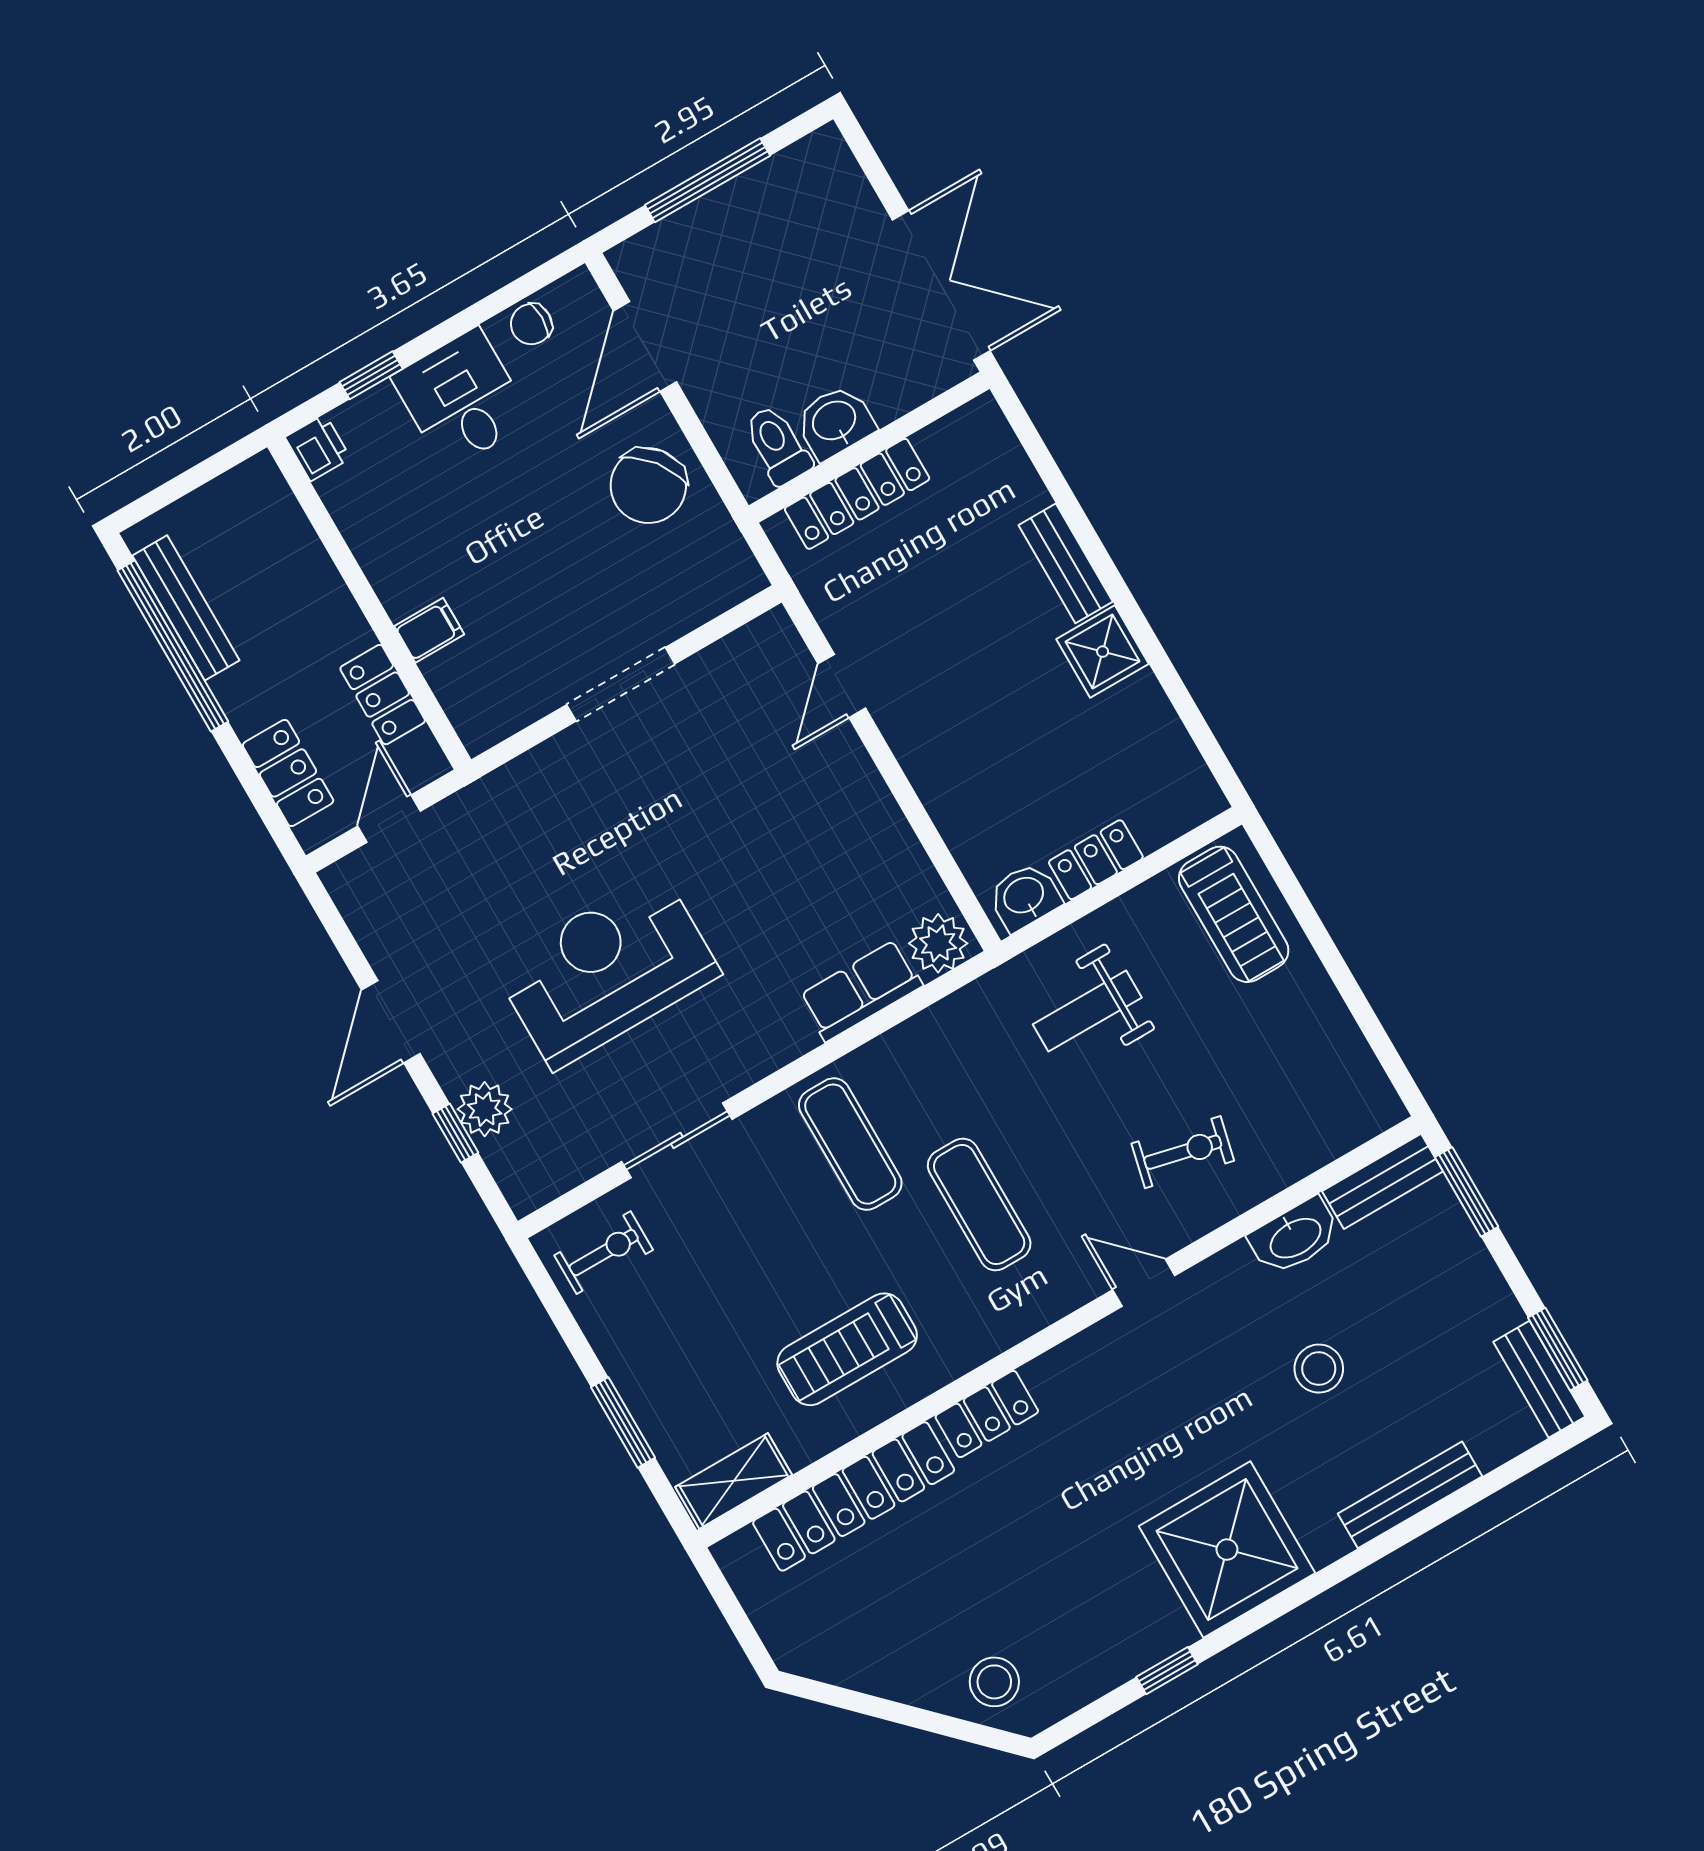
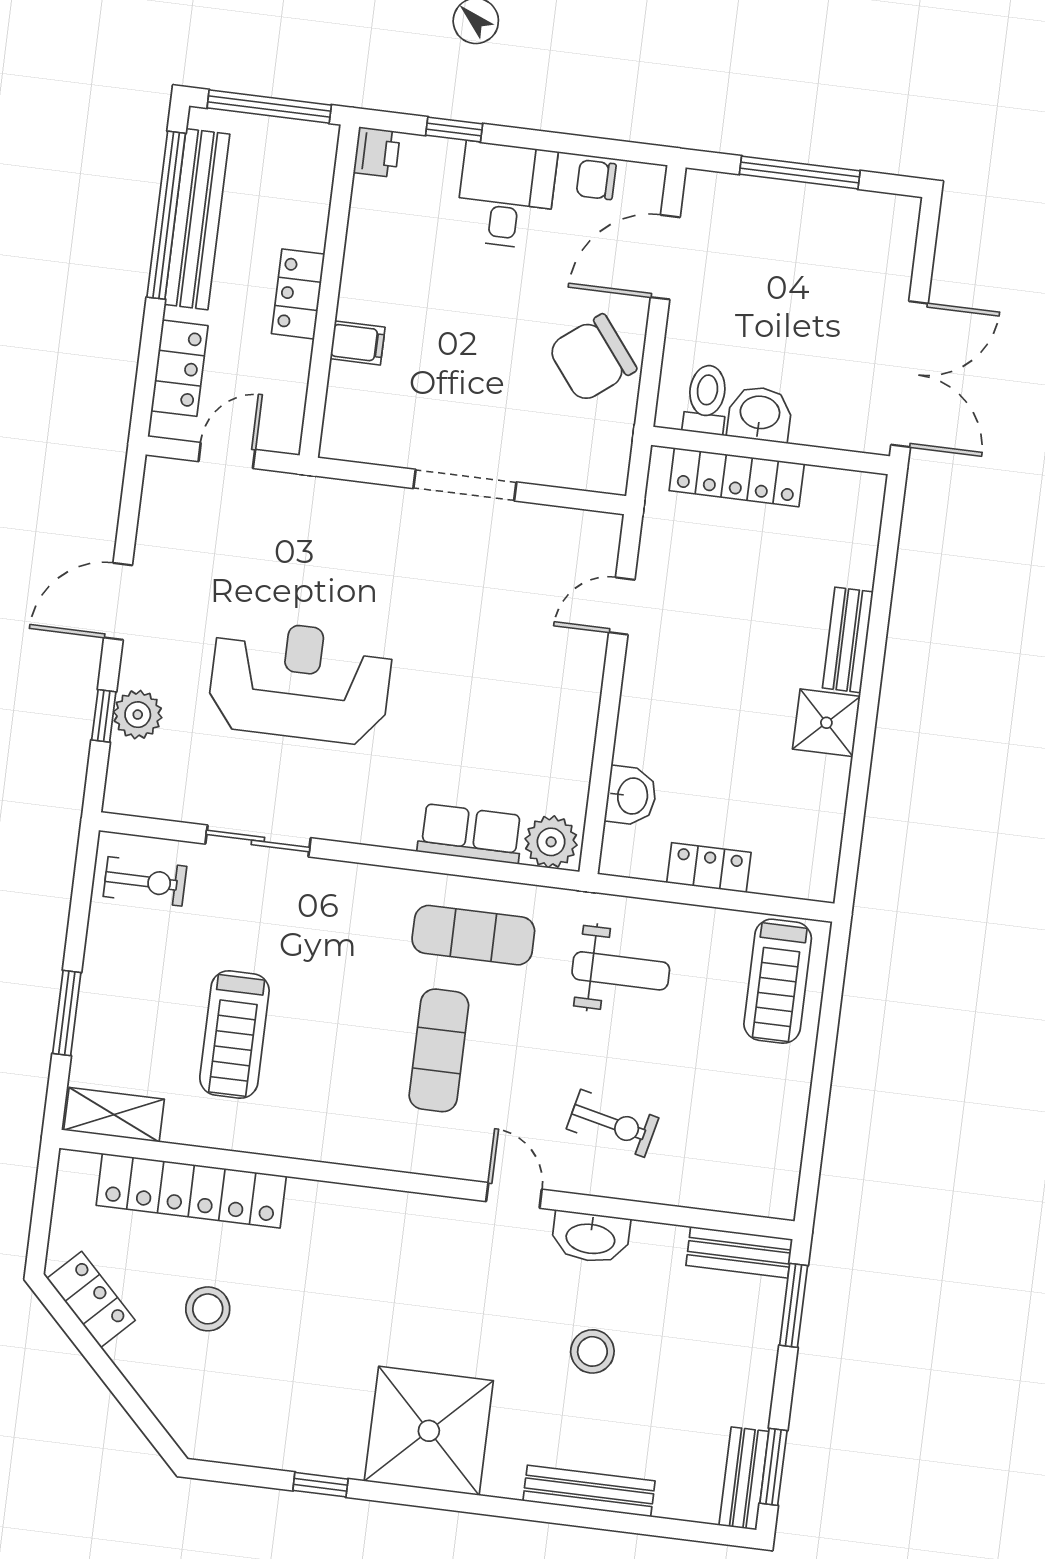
window: (191, 480) -> (269, 106), added
bench: (186, 608) -> (197, 219), width x1.37, depth x1.21
locker: (383, 695) -> (298, 294), moved
washbasin: (1024, 897) -> (631, 796), moved, turned 90
weight bench: (1087, 1011) -> (621, 971), turned 180
exercise mat: (850, 1144) -> (473, 935), moved, turned 90
washbasin: (1295, 1237) -> (591, 1237), moved
treadmill: (847, 1349) -> (234, 1035), moved, turned -90
locker: (987, 1414) -> (91, 1299), moved, turned -135
stool: (994, 1682) -> (208, 1309), moved

